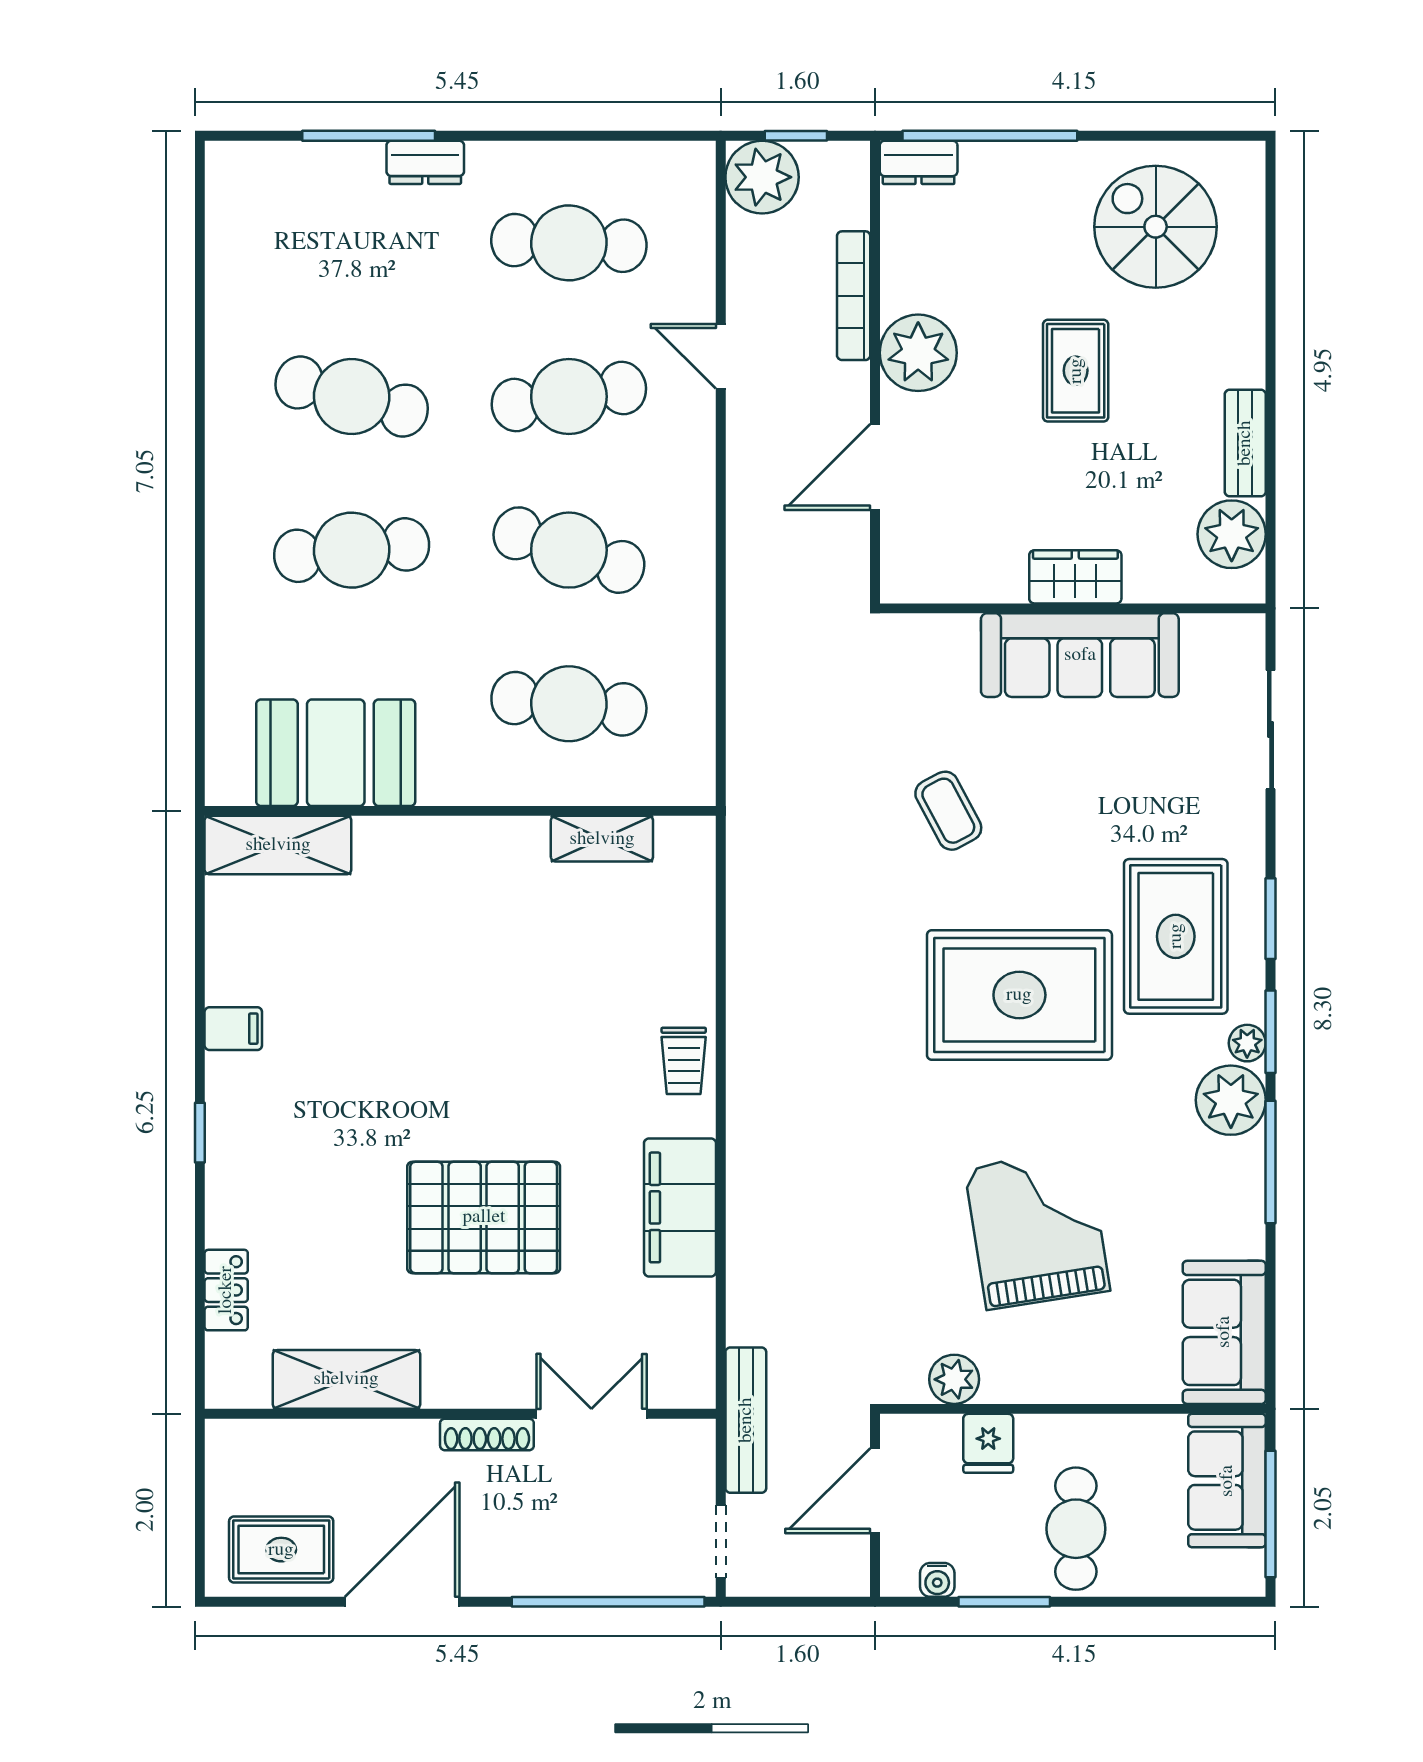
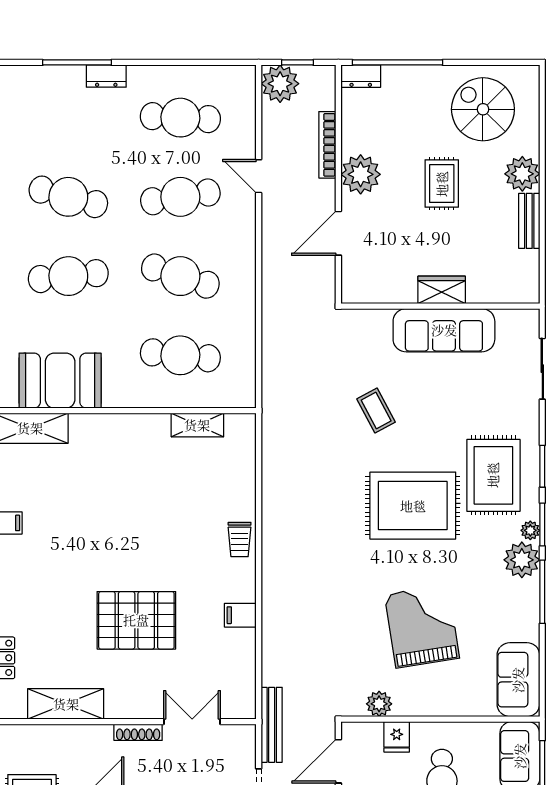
plant: (1232, 534) -> (522, 174), moved
filing cabinet: (680, 1207) -> (240, 615), width x0.33, depth x0.86

